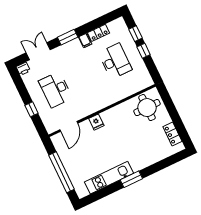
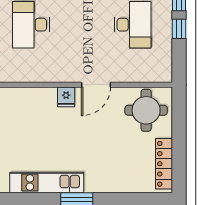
door: (69, 126) -> (96, 85), moved
locker: (172, 134) -> (164, 164), width x1.53

